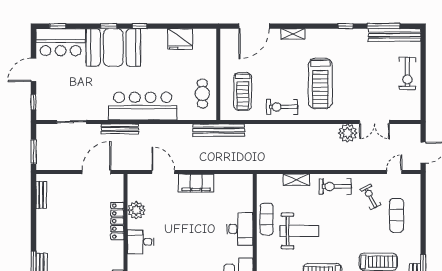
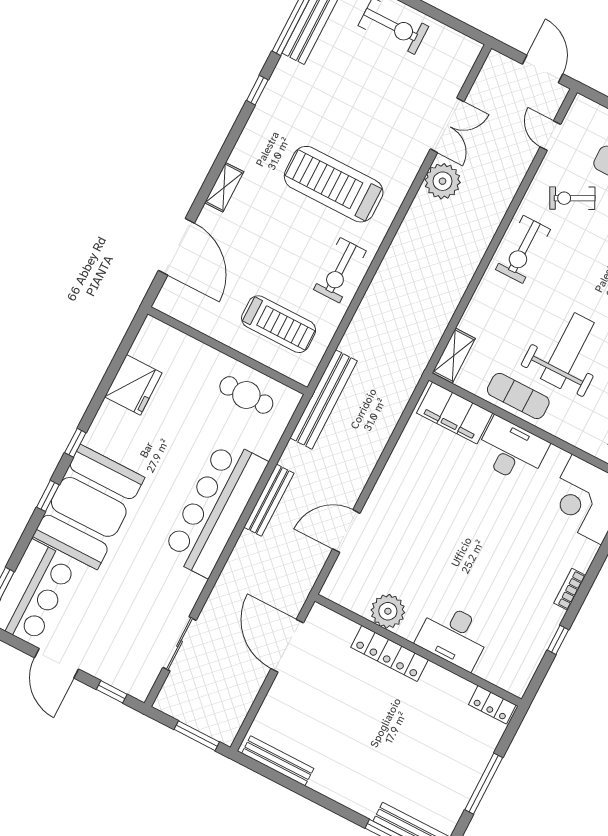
treadmill: (320, 84) -> (334, 184), turned 180
bench: (120, 129) -> (269, 500), moved
shelving: (296, 180) -> (454, 355), moved
filing cabinet: (196, 183) -> (455, 413), moved, turned 90
bench: (41, 195) -> (278, 761), width x1.36
desk: (141, 242) -> (454, 636), width x1.37

